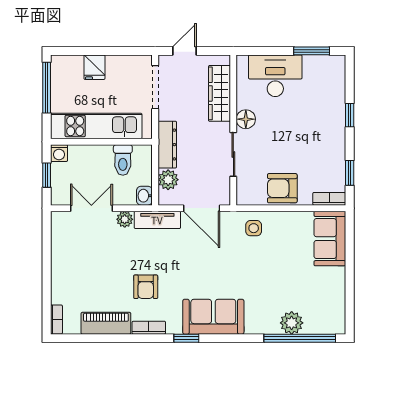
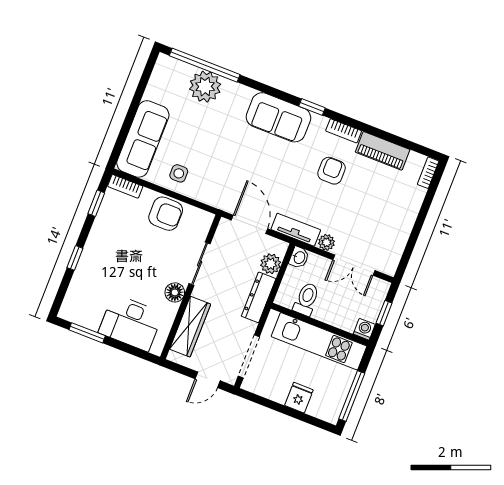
side table: (254, 228) -> (179, 173), moved
sofa: (330, 239) -> (143, 139), width x1.36
plant: (292, 323) -> (205, 87), width x1.36, depth x1.36

